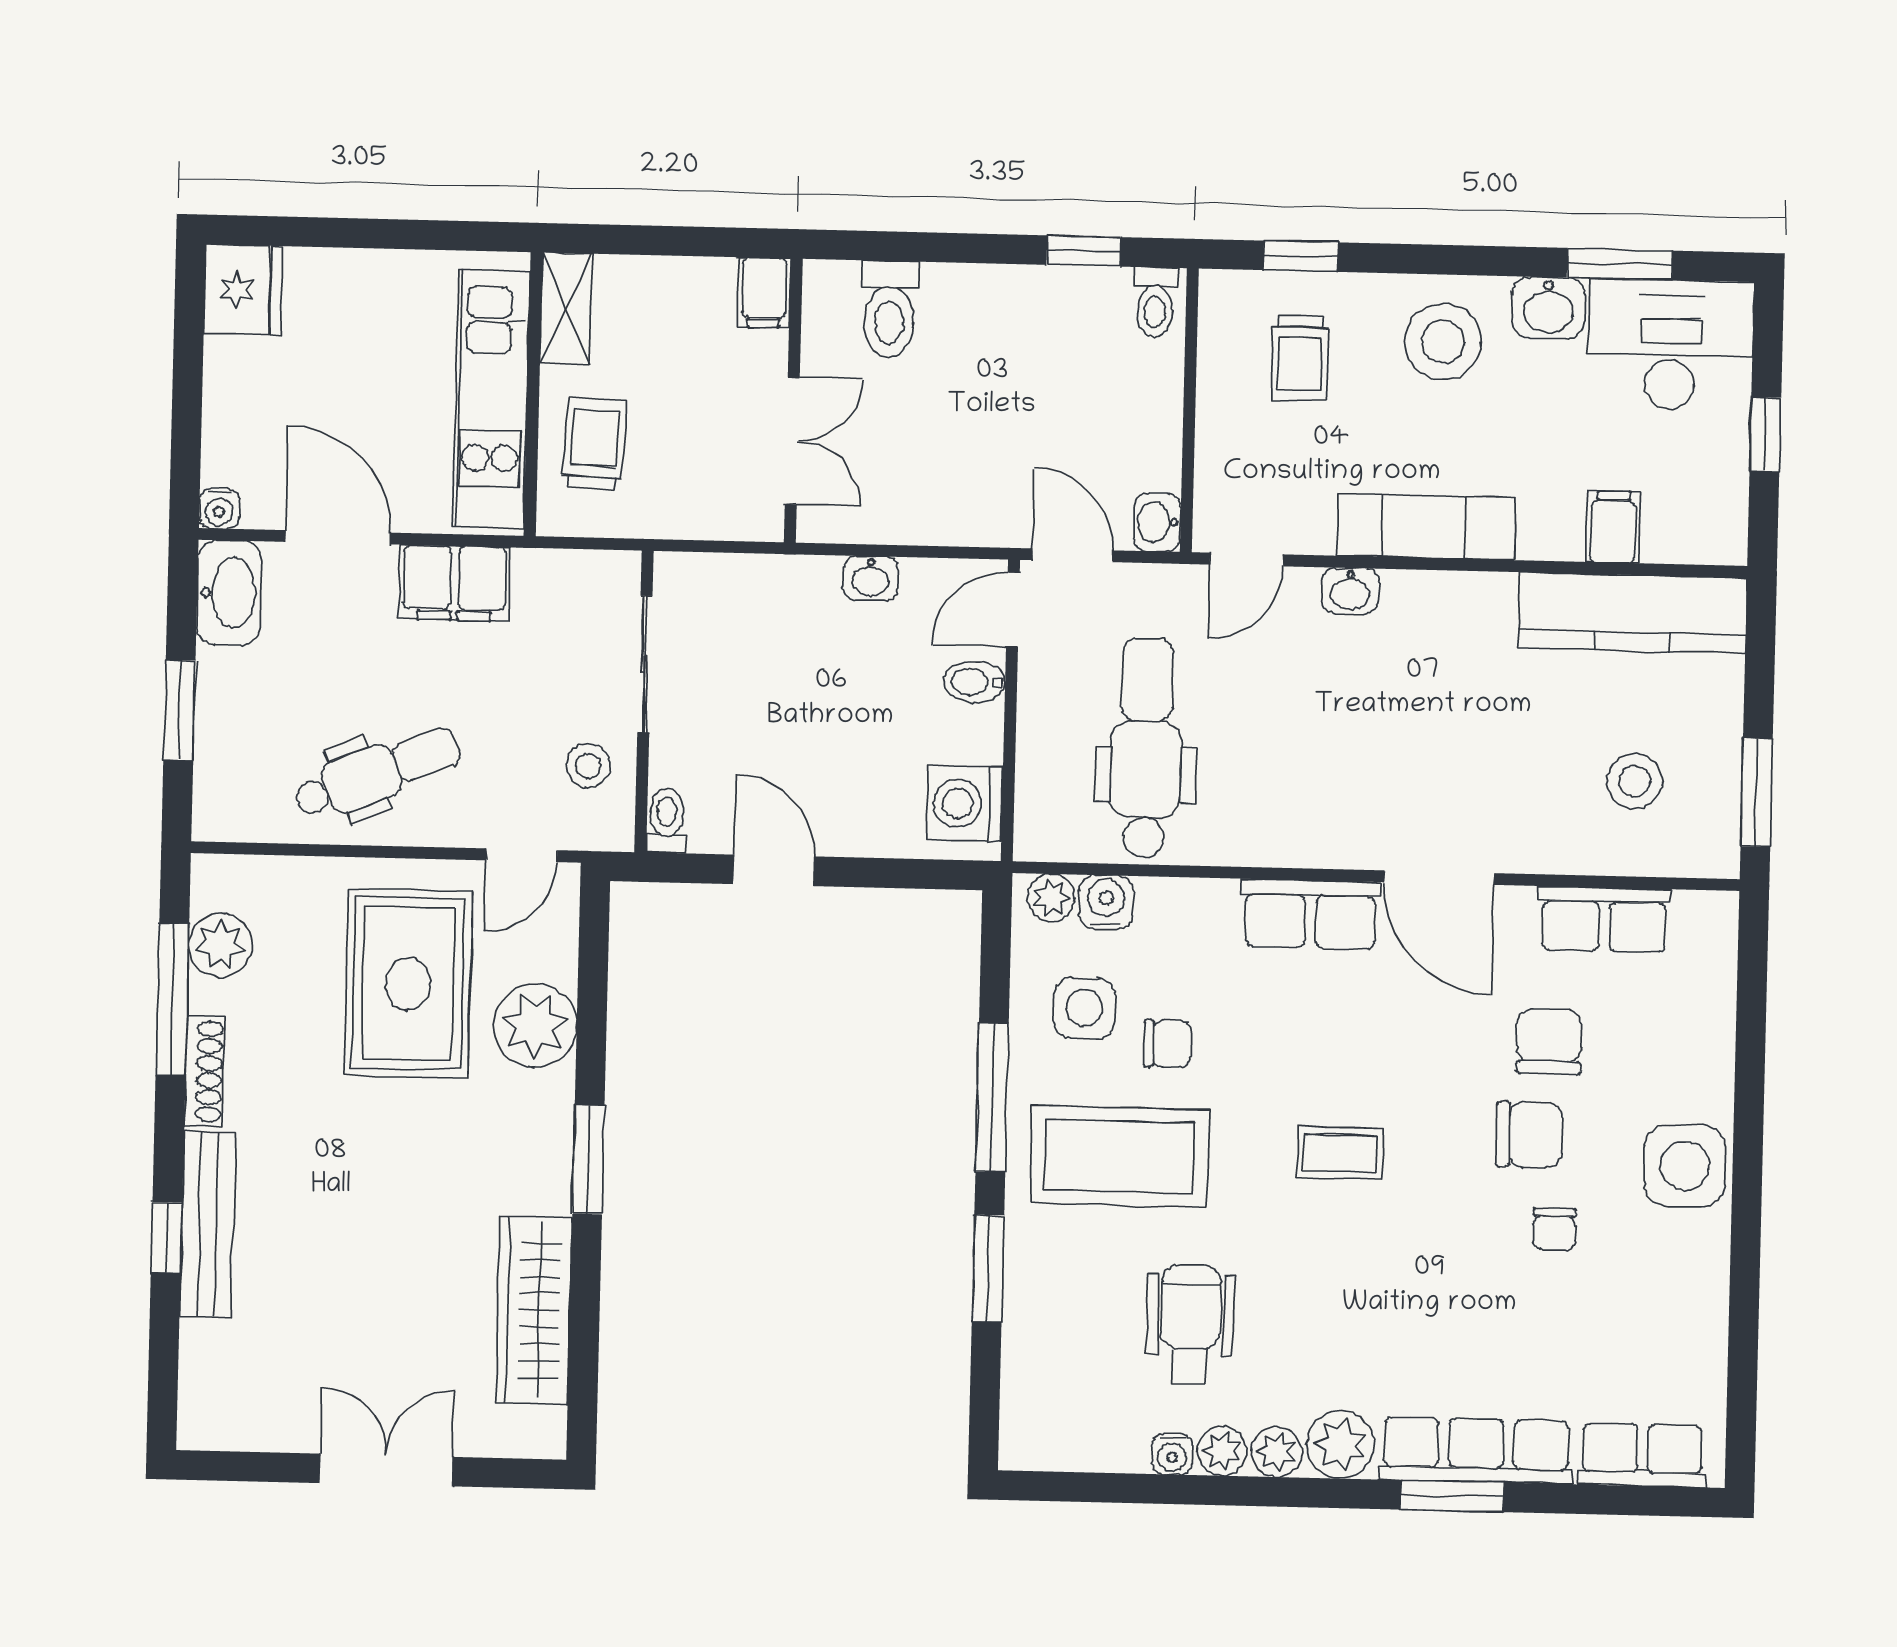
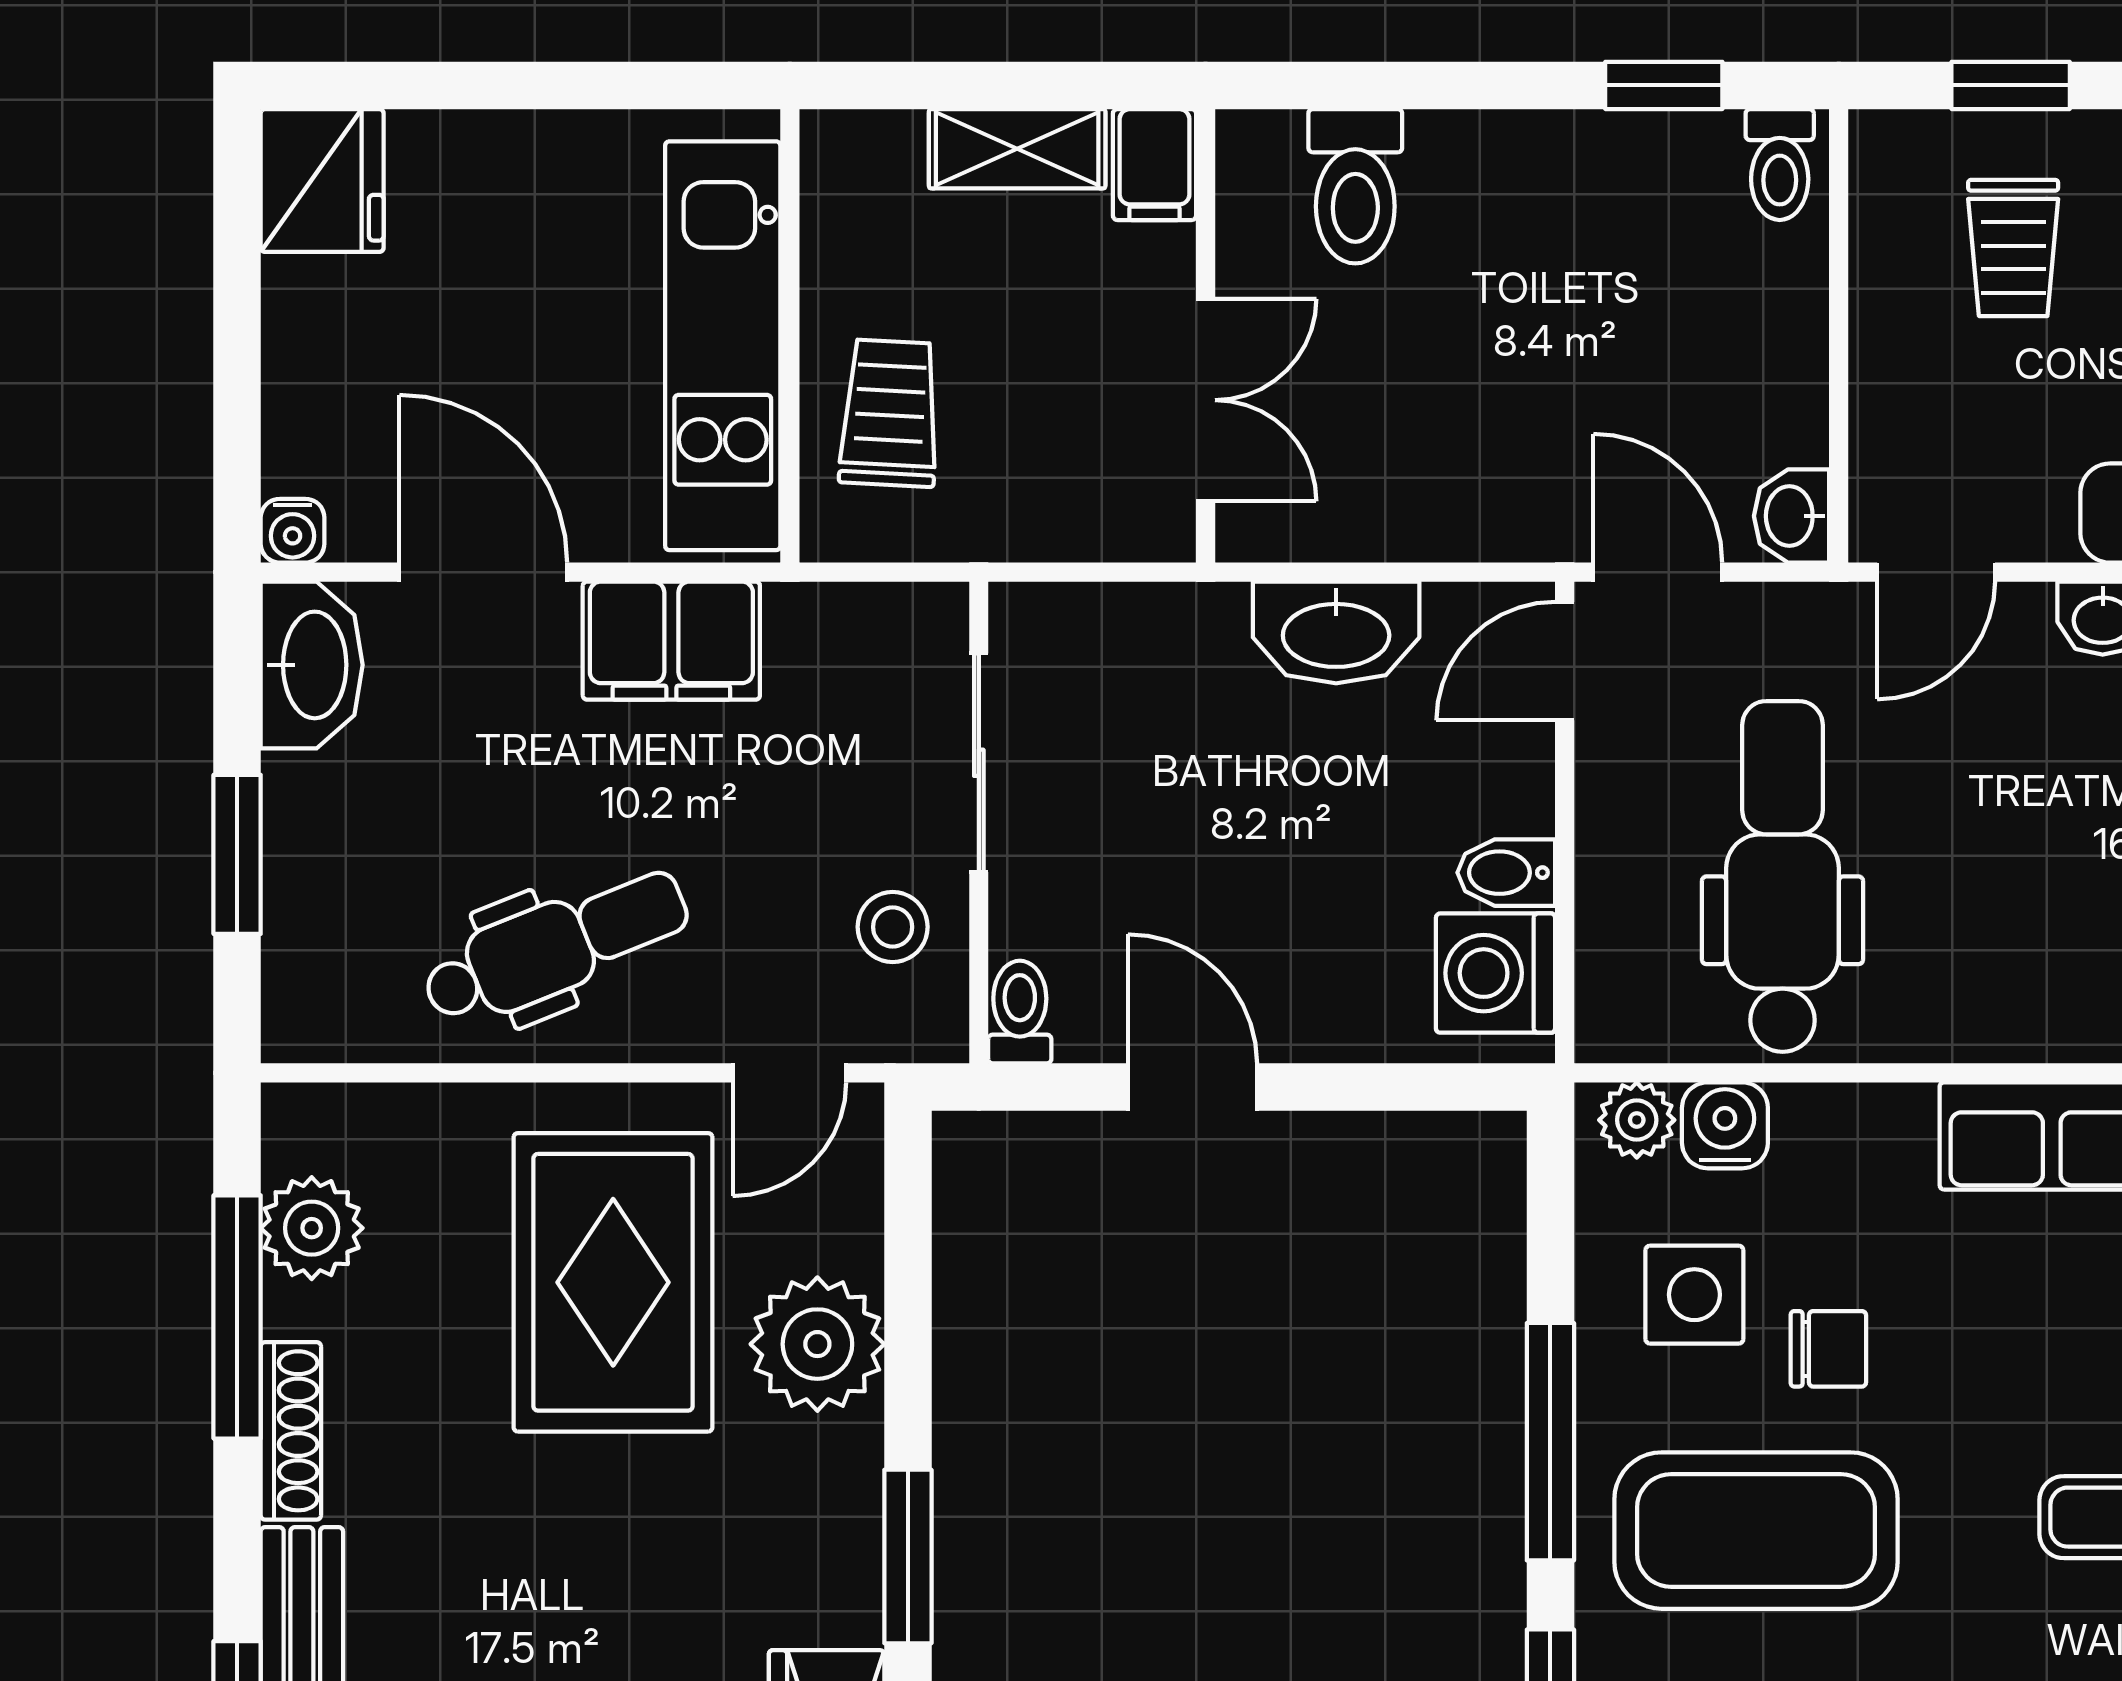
shelving: (566, 308) -> (1017, 149), moved, turned 90
washbasin: (871, 578) -> (1336, 632), width x1.91, depth x1.45
bidet: (975, 682) -> (1506, 873), moved

